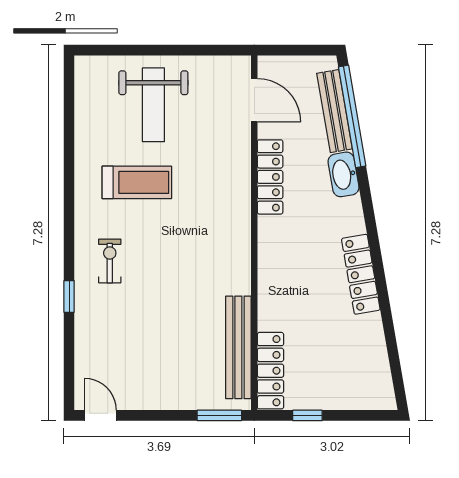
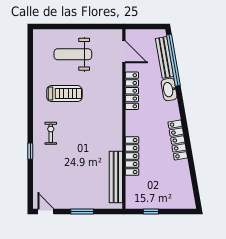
weight bench: (153, 105) -> (73, 54), turned 90
locker: (270, 371) -> (132, 156), moved
window: (219, 415) -> (82, 211), moved

